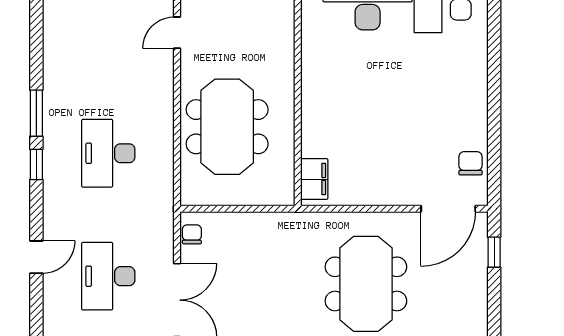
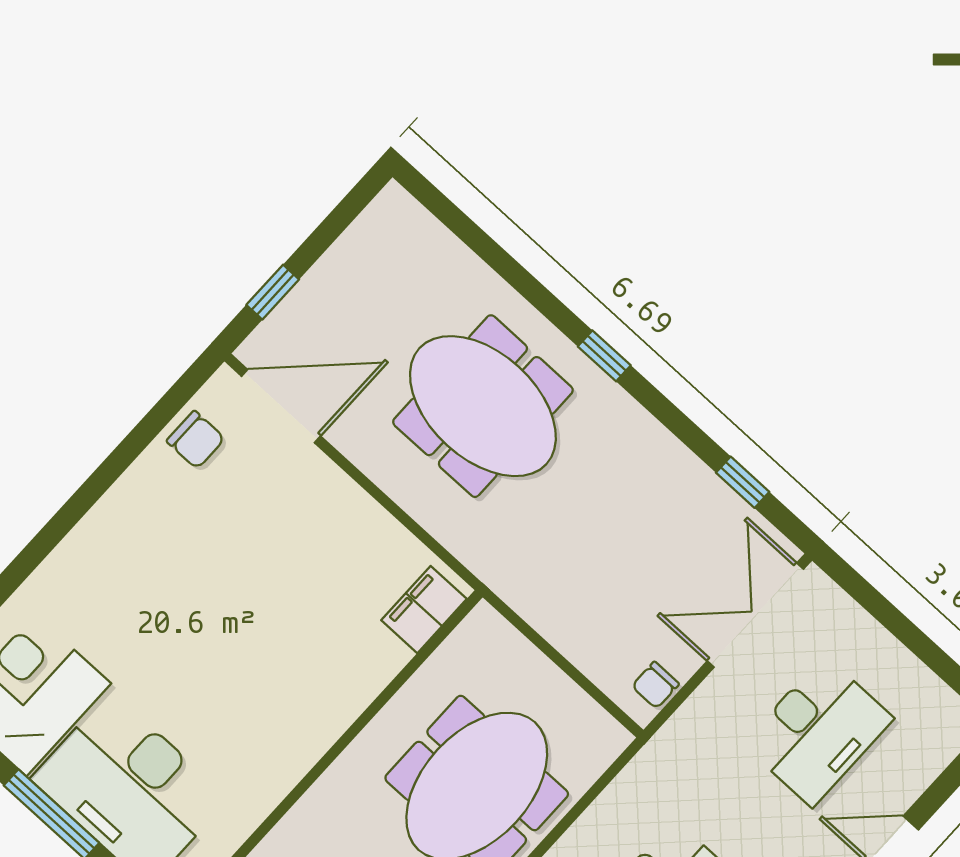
chair: (470, 163) -> (196, 440), turned -90
meeting table: (366, 284) -> (483, 406), turned 90

